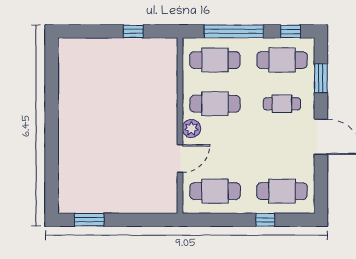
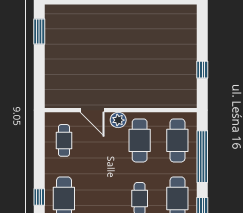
cafe table: (215, 191) -> (64, 140), width x0.73, depth x0.74
window: (265, 220) -> (39, 197), moved

